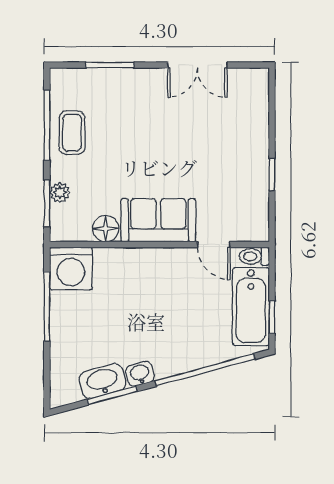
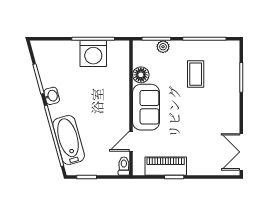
double door: (197, 65) -> (241, 152), moved
coffee table: (72, 133) -> (196, 74), moved, turned 90
piano: (254, 188) -> (166, 166), added
washing machine: (71, 269) -> (93, 54), moved, turned -90
bathtub: (251, 307) -> (69, 140), moved, turned 75
washbasin: (102, 381) -> (47, 73), removed

